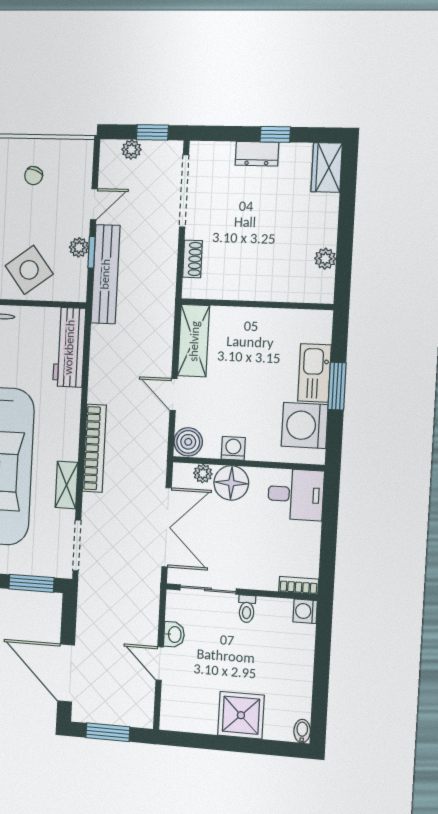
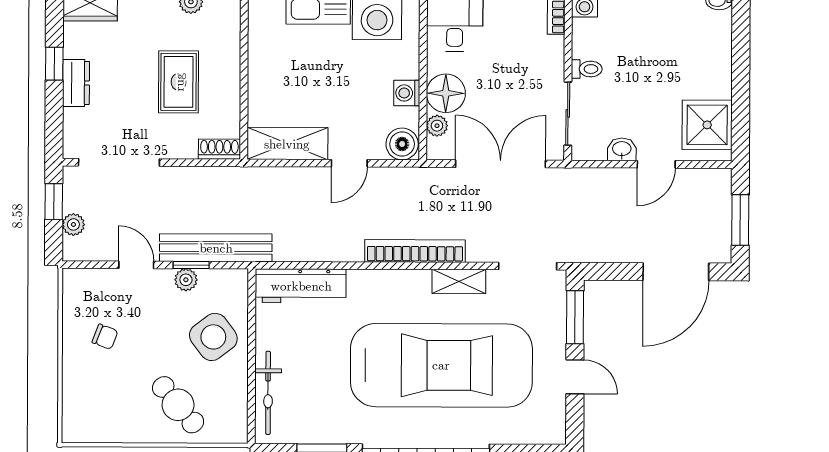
rug: (253, 246) -> (179, 82), added
shoe rack: (193, 259) -> (219, 149), moved
shower: (241, 715) -> (707, 125), moved

